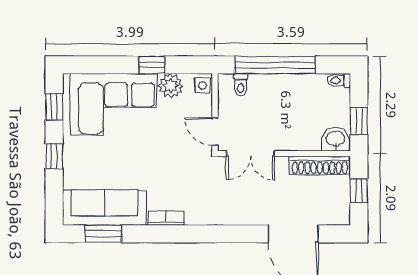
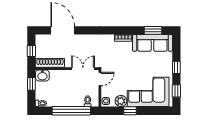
door: (215, 132) -> (100, 79), hinge flipped

